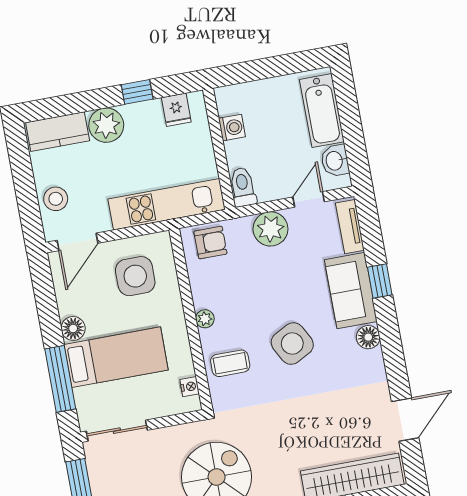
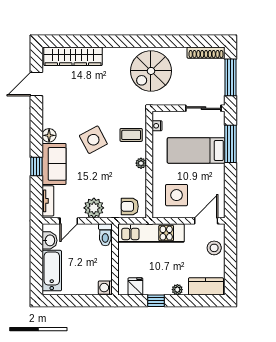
plant: (106, 125) -> (177, 290), width x0.53, depth x0.53
washing machine: (232, 128) -> (105, 288), moved
floor lamp: (73, 328) -> (218, 172), removed

